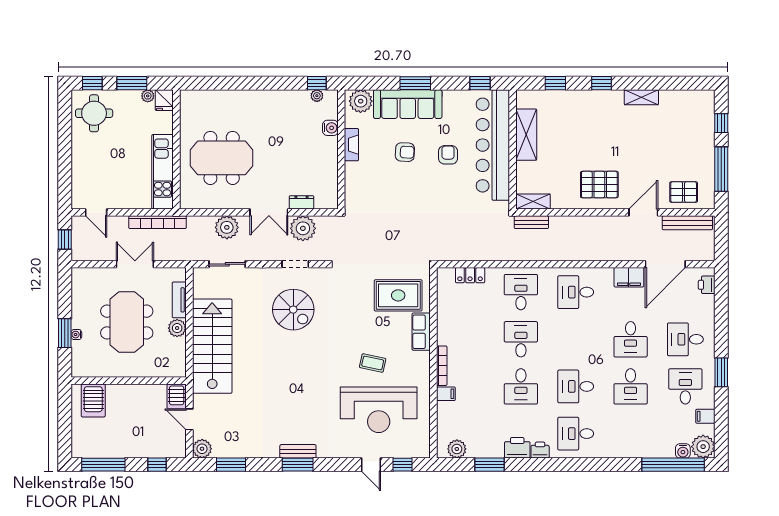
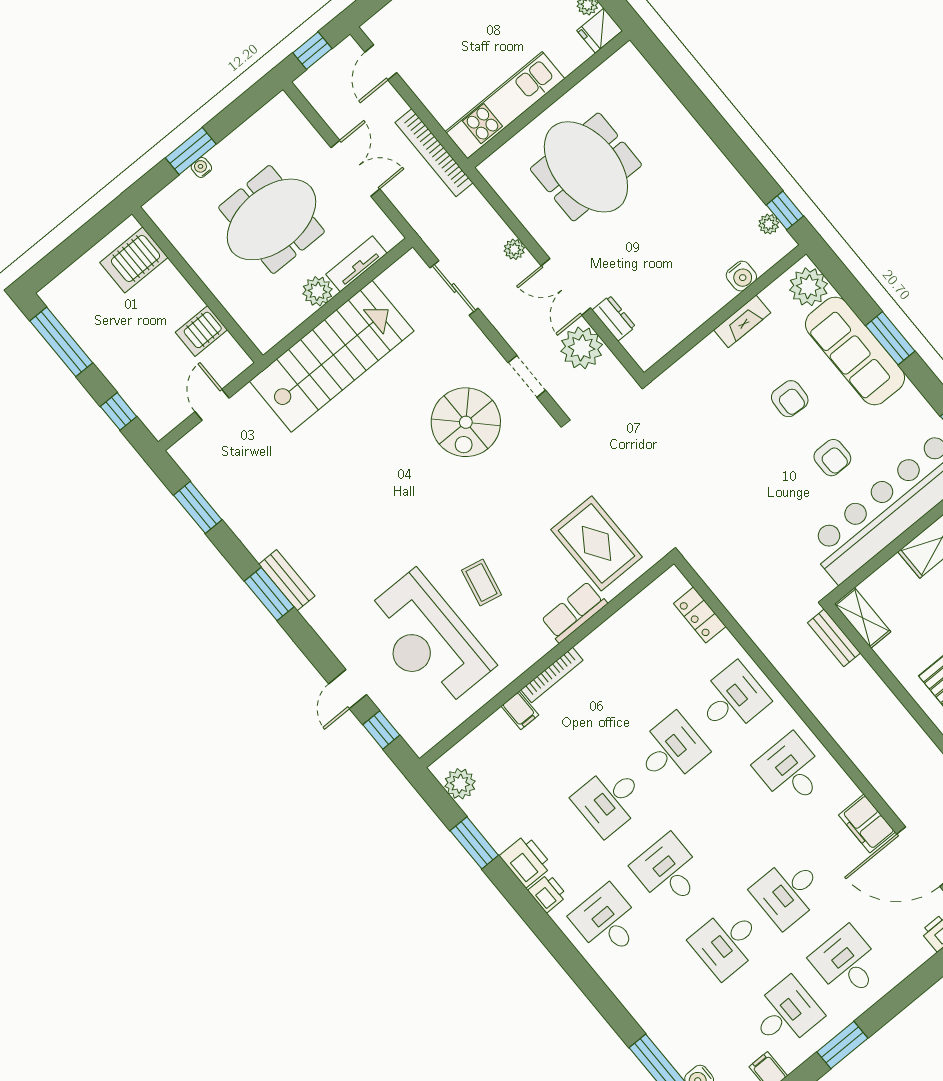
armchair: (448, 155) -> (832, 458), turned 90
plant: (227, 227) -> (514, 249), width x0.53, depth x0.53
server rack: (177, 396) -> (201, 331), moved
plant: (202, 449) -> (188, 453), removed

